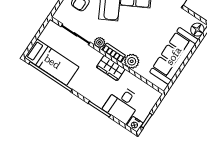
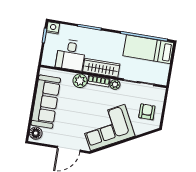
wardrobe: (111, 68) -> (101, 68), width x1.50
desk: (122, 104) -> (71, 55), moved, turned 180

